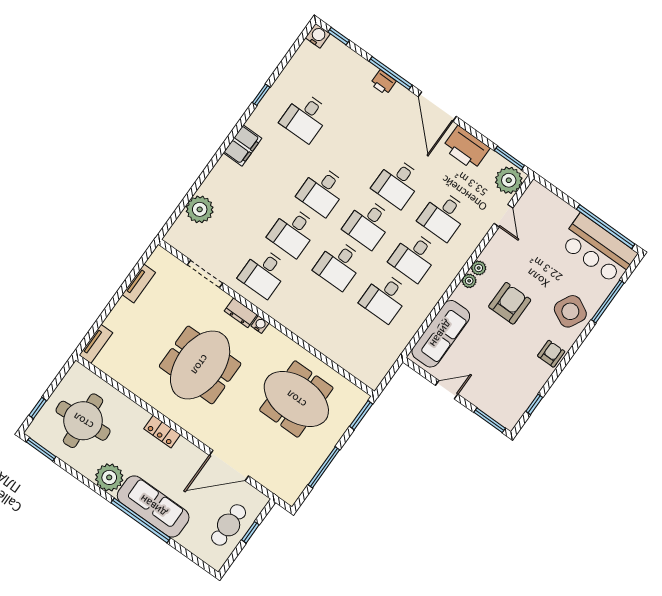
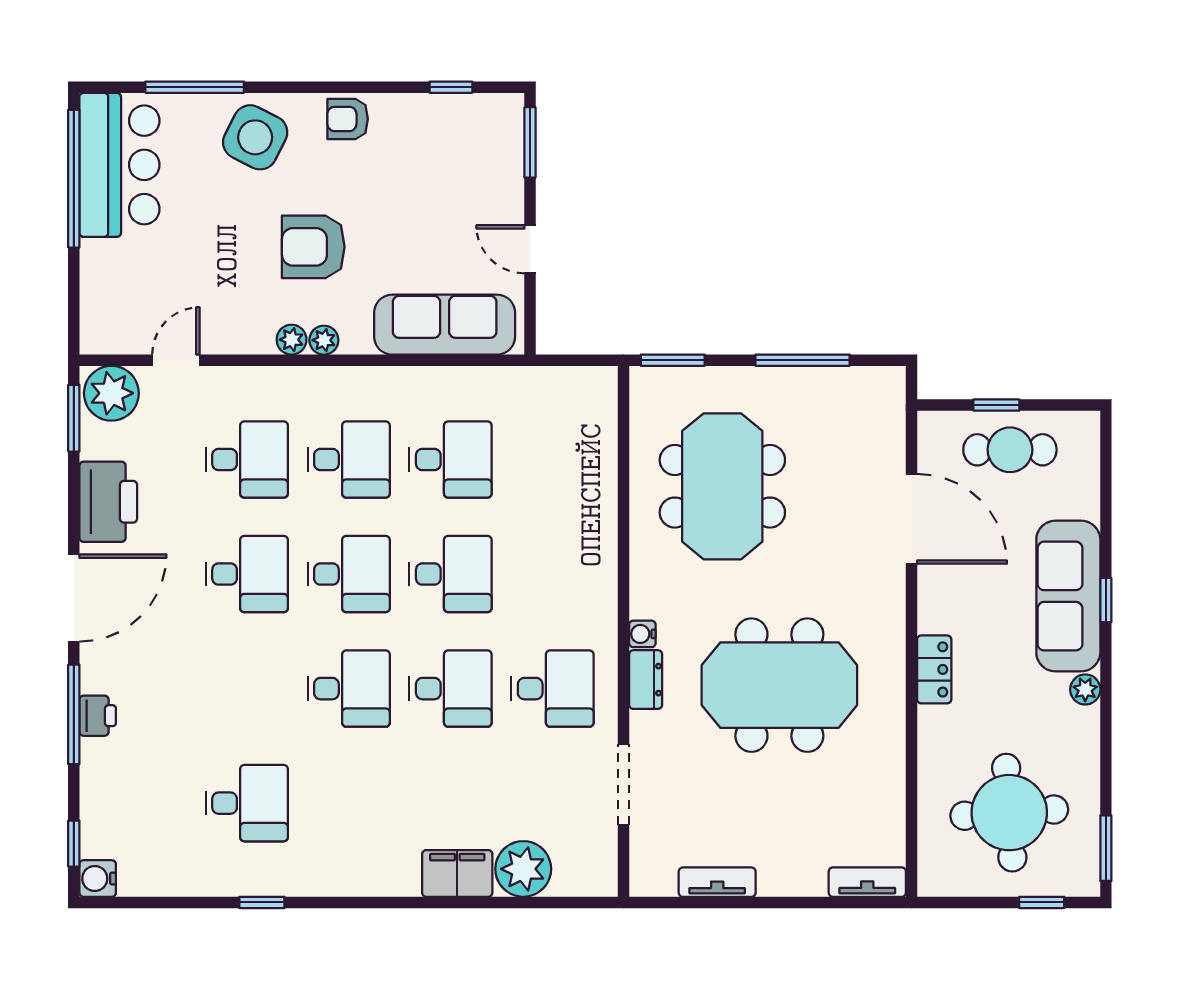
filing cabinet: (243, 146) -> (457, 873), moved
plant: (109, 477) -> (1085, 689), width x0.53, depth x0.53
window: (141, 520) -> (1106, 600), width x0.32

